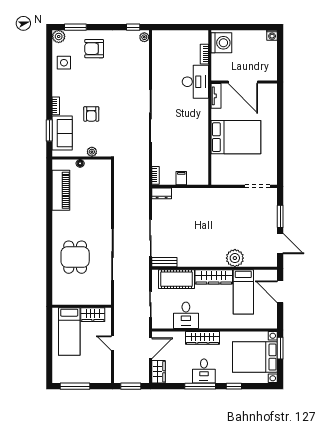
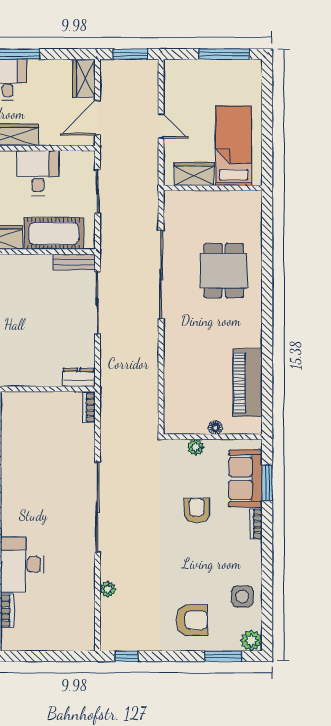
plant: (144, 37) -> (108, 589), moved
filing cabinet: (181, 178) -> (46, 403), removed

